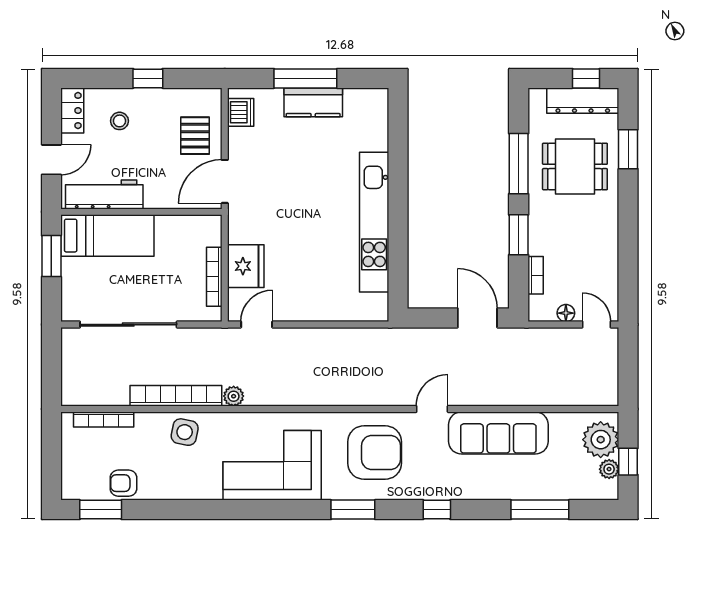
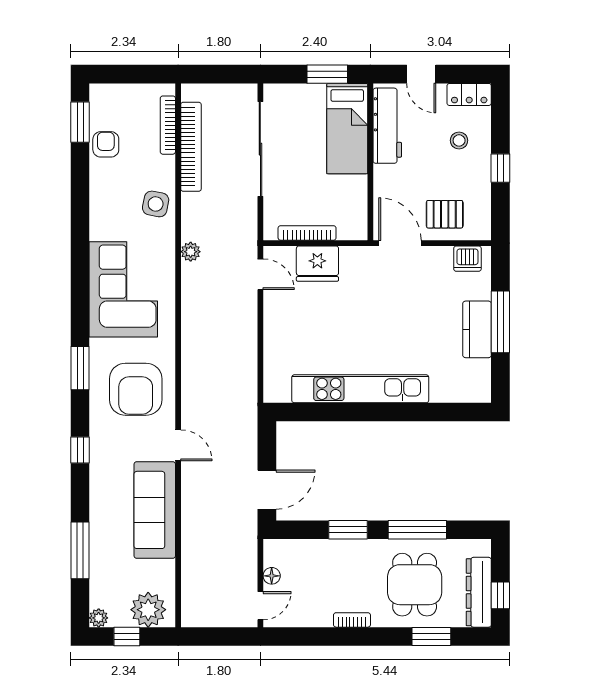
bookcase: (536, 275) -> (352, 620), moved, turned 180
bookcase: (176, 396) -> (191, 147), moved
plant: (609, 469) -> (99, 618), moved

